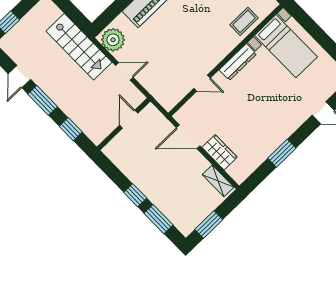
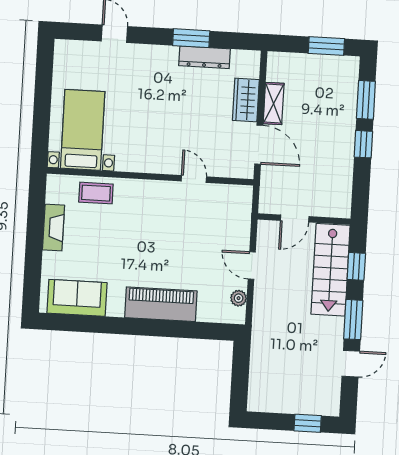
plant: (113, 40) -> (239, 298), width x0.53, depth x0.53
stairs: (79, 47) -> (331, 270), moved, turned 180
dresser: (238, 62) -> (204, 57), moved, turned 180
shelving: (218, 181) -> (274, 104), moved

